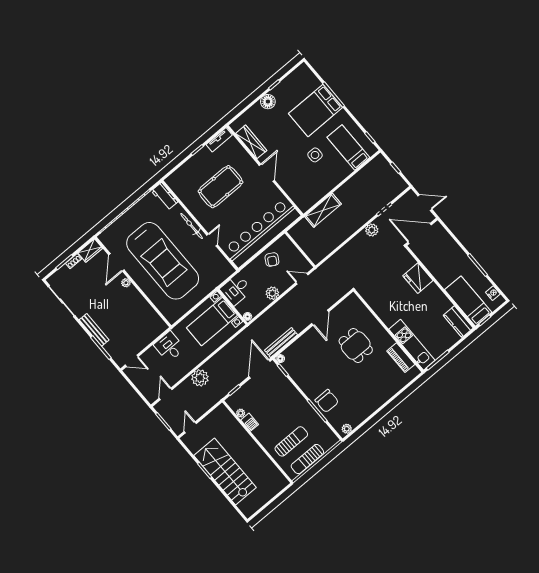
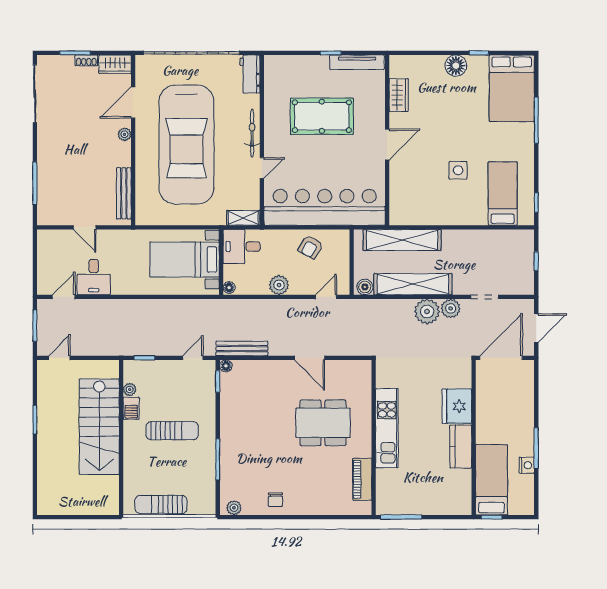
bed: (316, 110) -> (512, 88), moved, turned -90
tv unit: (219, 140) -> (357, 62), width x1.41
wardrobe: (251, 142) -> (399, 95), width x0.67
door: (425, 203) -> (536, 328), hinge flipped
shelving: (323, 210) -> (402, 240), width x1.47
shelving: (342, 234) -> (413, 284), added
door: (420, 234) -> (501, 358), hinge flipped
boiler: (318, 257) -> (365, 287), added
shelving: (224, 274) -> (243, 218), added
door: (302, 279) -> (326, 297), hinge flipped
nightstand: (493, 293) -> (527, 465), moved
door: (320, 318) -> (310, 358), hinge flipped
kitchen counter: (458, 322) -> (461, 447), moved
bench: (94, 330) -> (124, 193), moved
dining table: (356, 345) -> (323, 423), width x1.38
kitchen unit: (412, 345) -> (387, 428), moved
desk: (169, 347) -> (94, 277), moved, turned 180
door: (132, 361) -> (85, 227), moved
door: (260, 369) -> (193, 358), width x0.53
plant: (200, 378) -> (427, 311), moved
chair: (327, 401) -> (275, 500), moved, width x0.54, depth x0.54
sun lounger: (291, 441) -> (172, 431), moved
stairs: (225, 471) -> (99, 427), moved, turned 180

